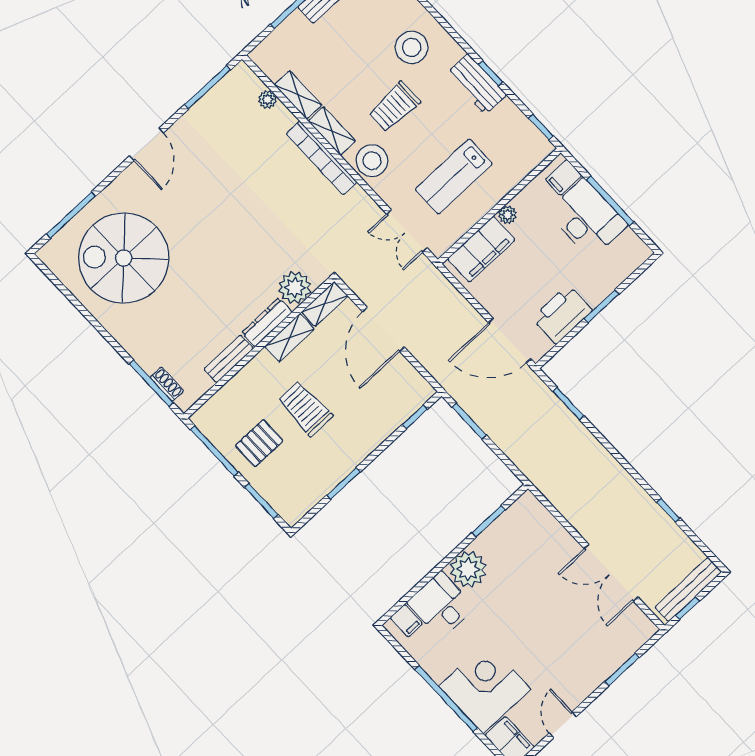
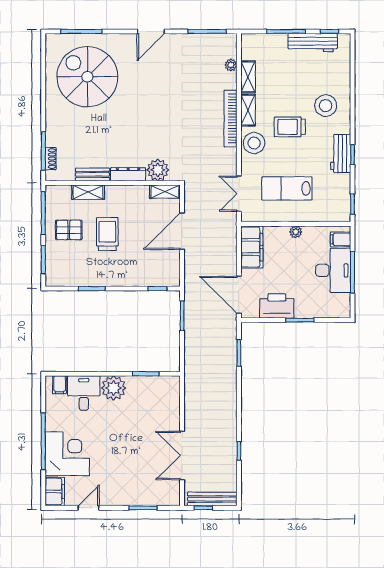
filing cabinet: (481, 249) -> (252, 247), moved, turned -90
shelving: (289, 338) -> (88, 192), moved

